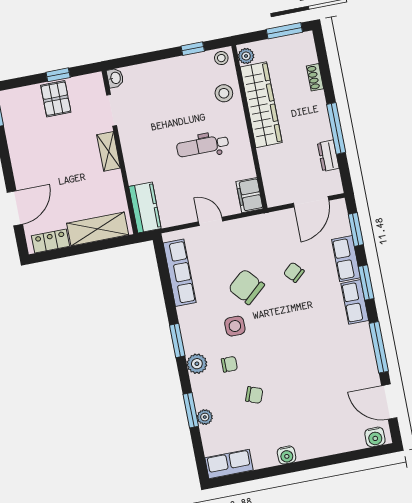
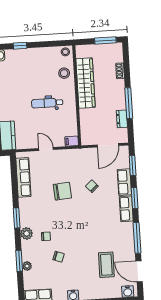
window: (193, 49) -> (20, 46), moved
plant: (246, 56) -> (80, 53), removed
filing cabinet: (249, 195) -> (72, 141), width x0.50
chair: (246, 287) -> (62, 191), turned 126
side table: (235, 326) -> (52, 214), removed
coffee table: (334, 398) -> (106, 265), added

